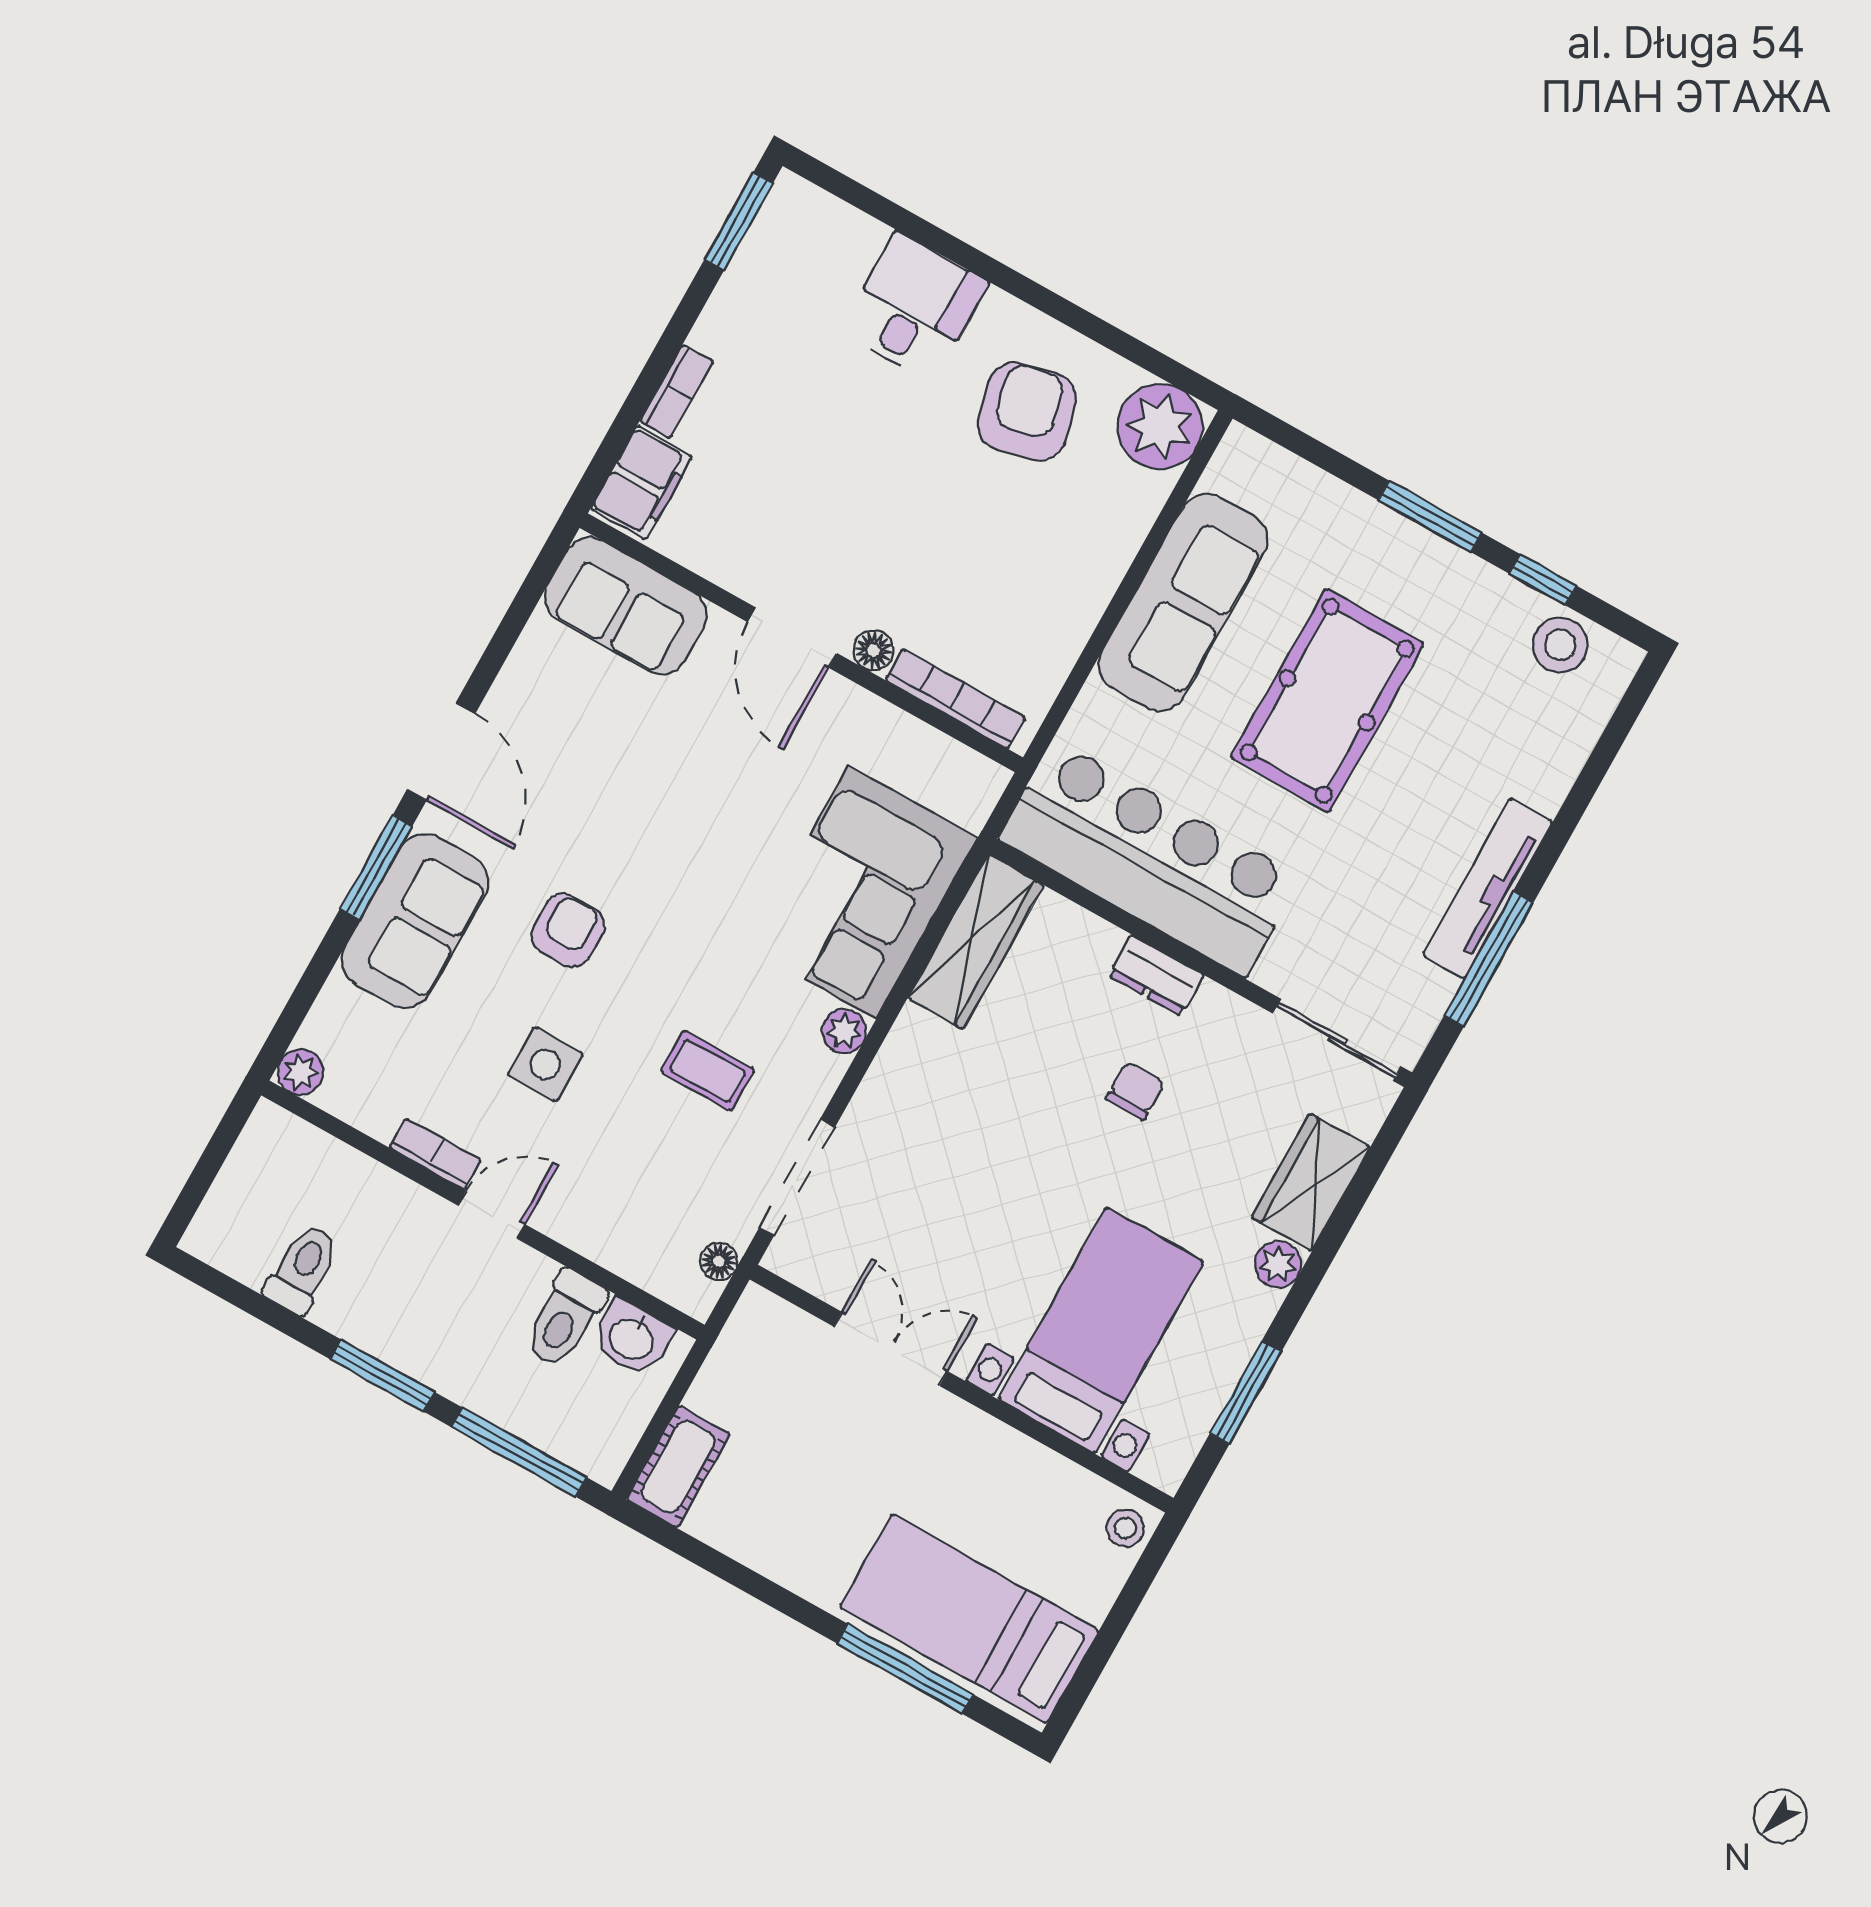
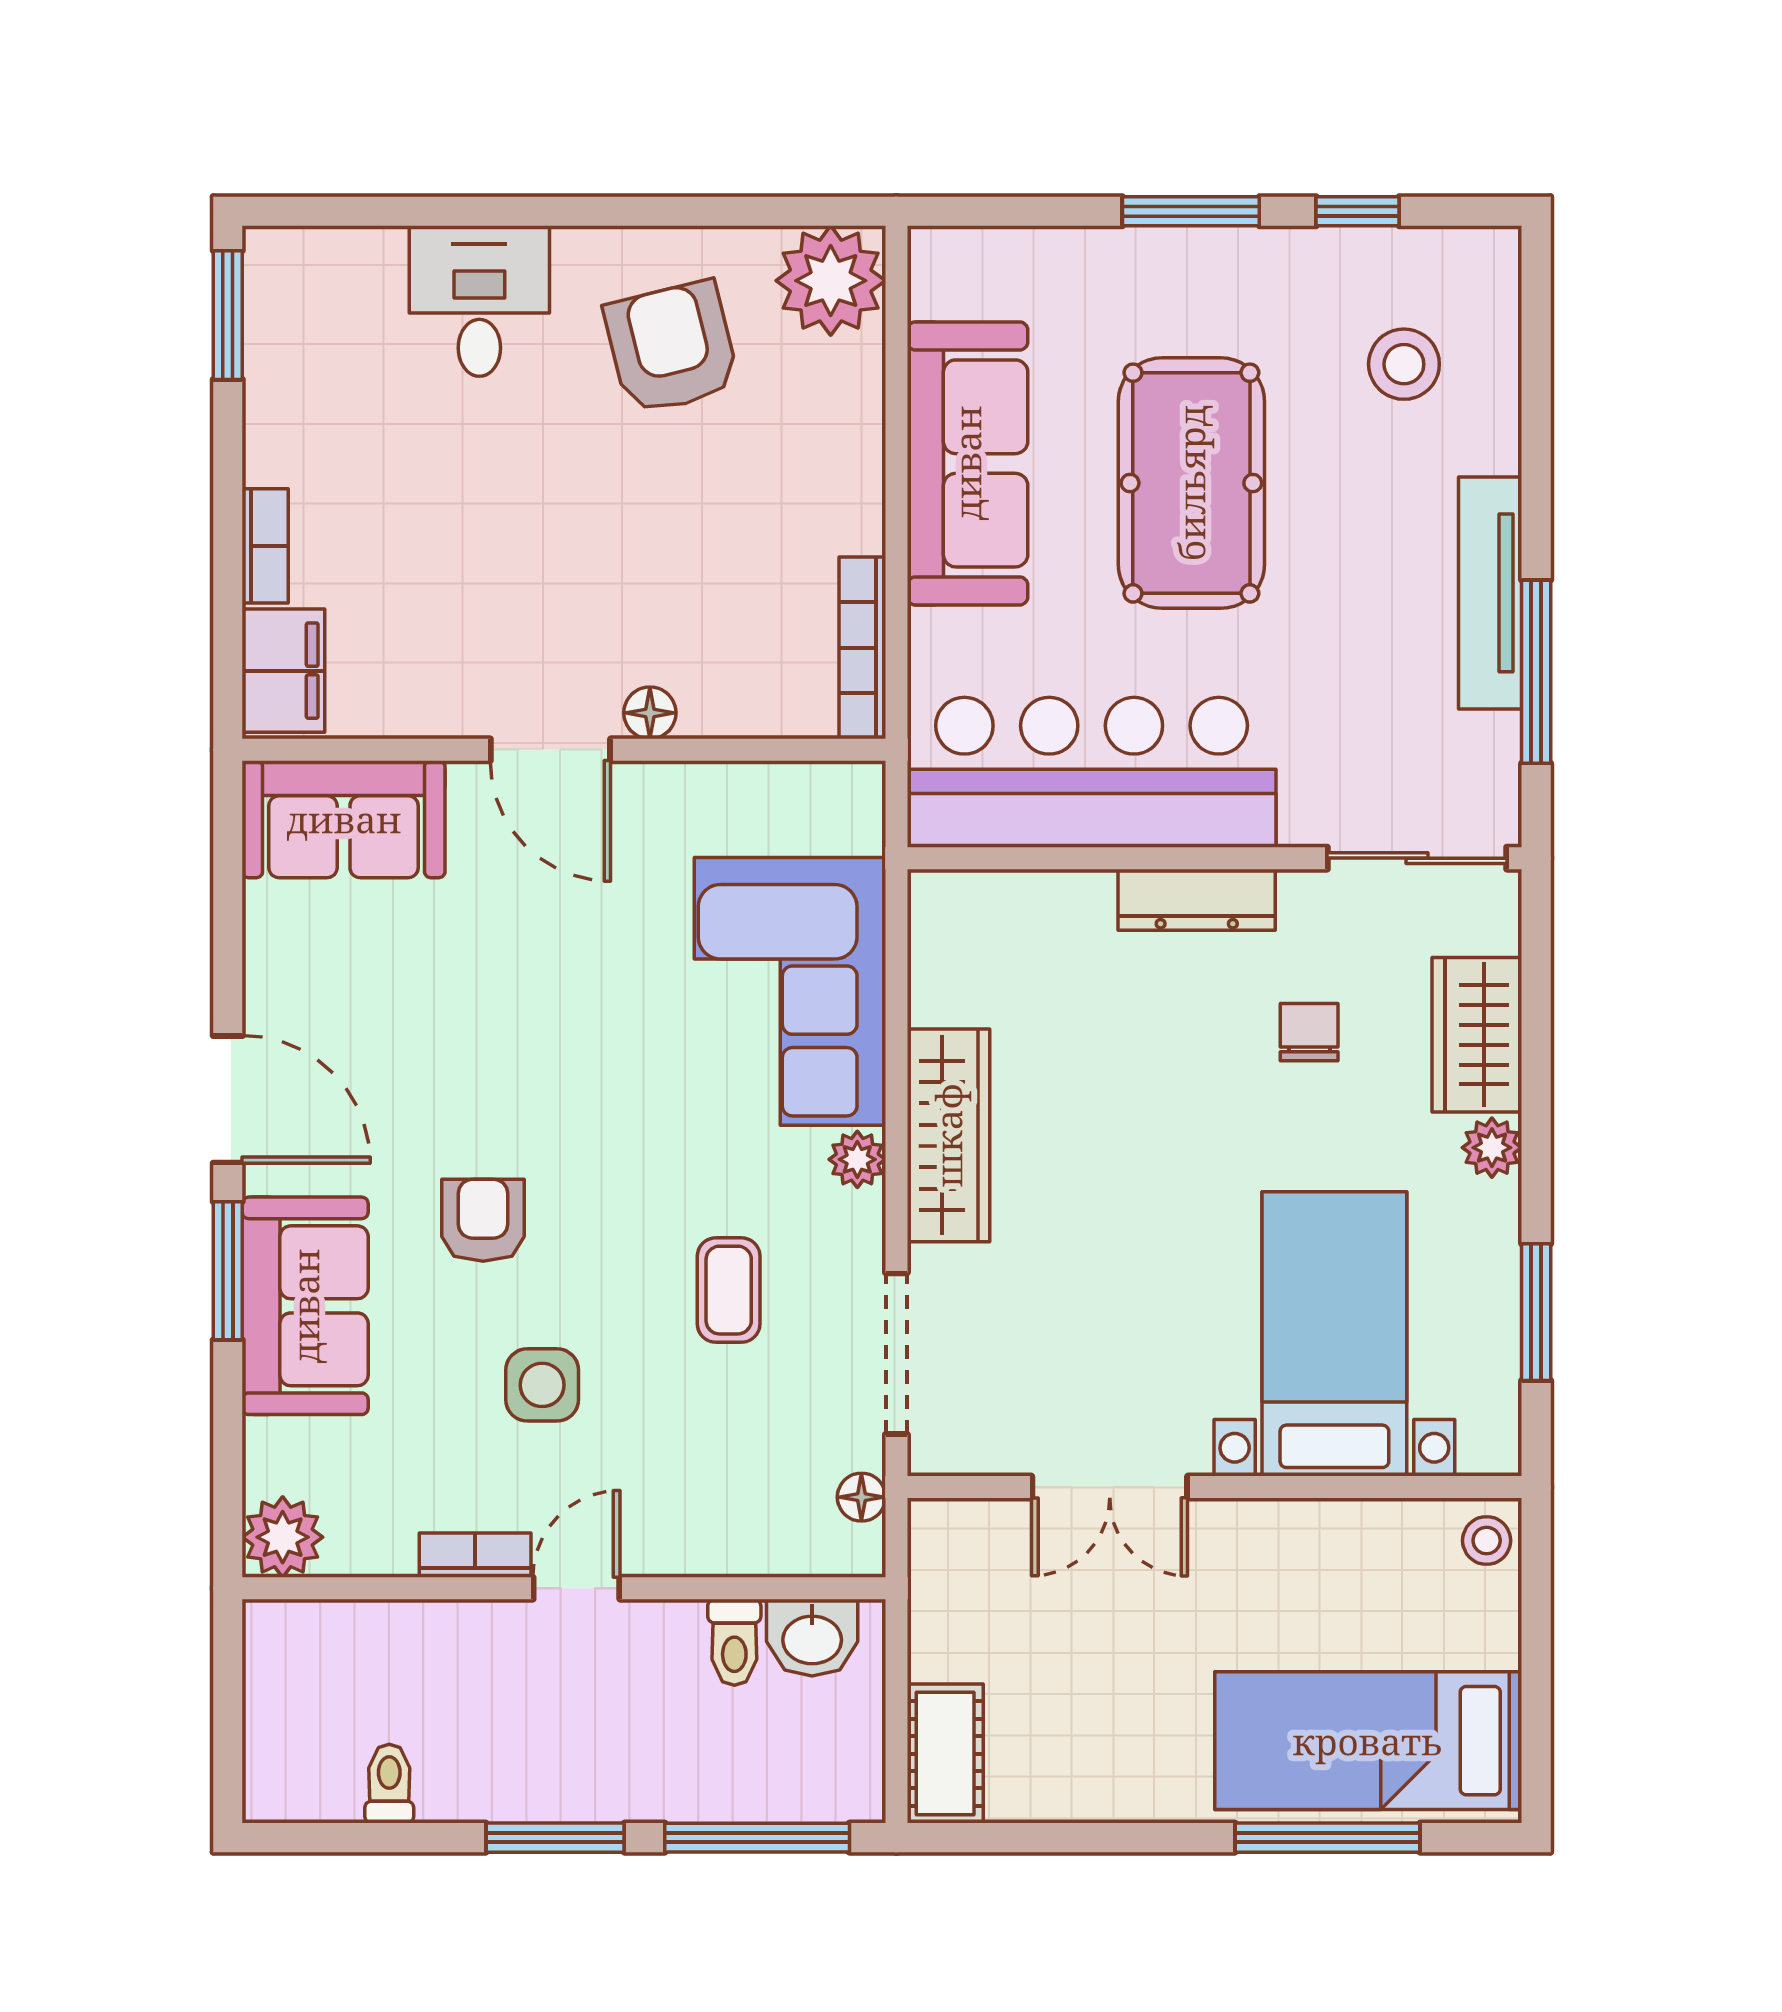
stool: (1560, 645) -> (1404, 364), moved
bookcase: (955, 699) -> (862, 648), moved, turned -90
wardrobe: (976, 942) -> (948, 1135), moved
dresser: (1156, 975) -> (1197, 900), width x1.44
coffee table: (708, 1071) -> (729, 1290), turned 90
plant: (300, 1072) -> (283, 1537), width x1.38, depth x1.38
chair: (1135, 1091) -> (1309, 1032), moved
toilet: (302, 1269) -> (389, 1784), width x0.73, depth x0.72
toilet: (565, 1319) -> (734, 1642), width x0.73, depth x0.72
double door: (891, 1349) -> (1110, 1487), swing flipped

